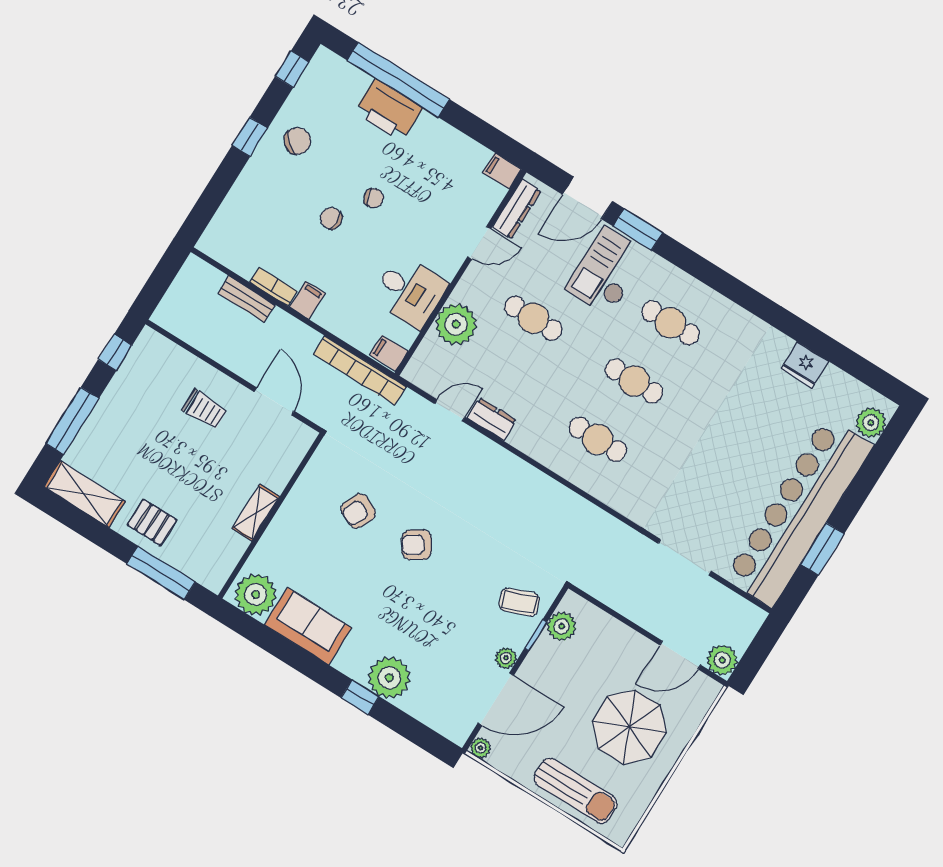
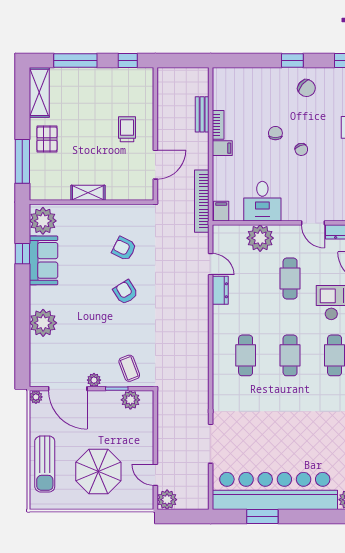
trolley: (205, 410) -> (127, 129), turned 180
door: (680, 655) -> (155, 475), width x0.73
window: (360, 697) -> (22, 254), moved

